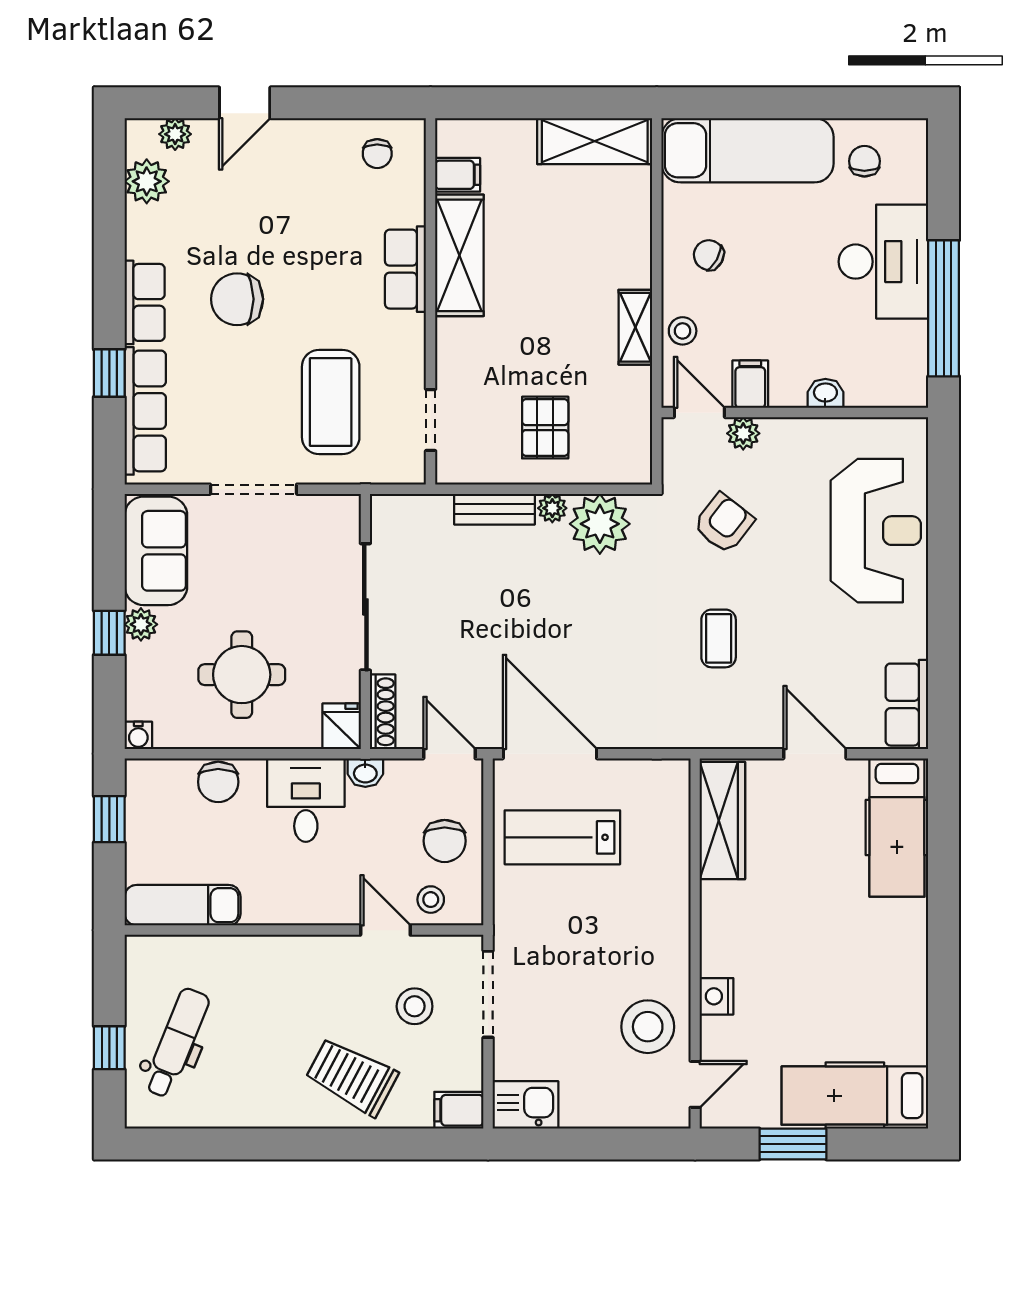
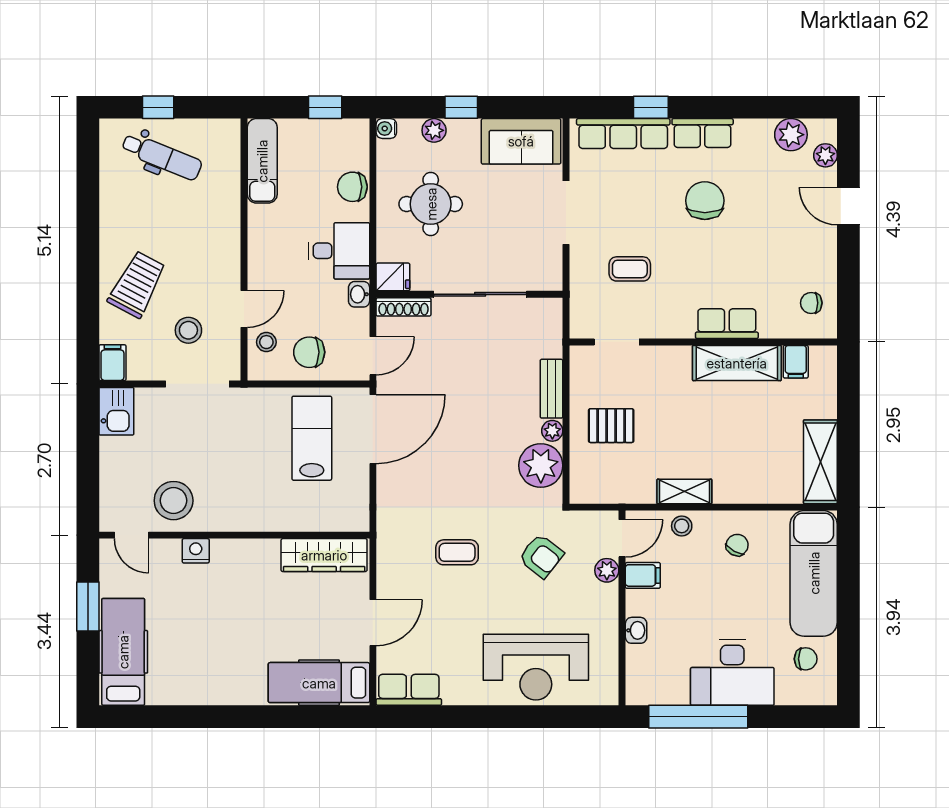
coffee table: (331, 402) -> (630, 269), width x0.54, depth x0.58
plant: (141, 624) -> (434, 130), moved

